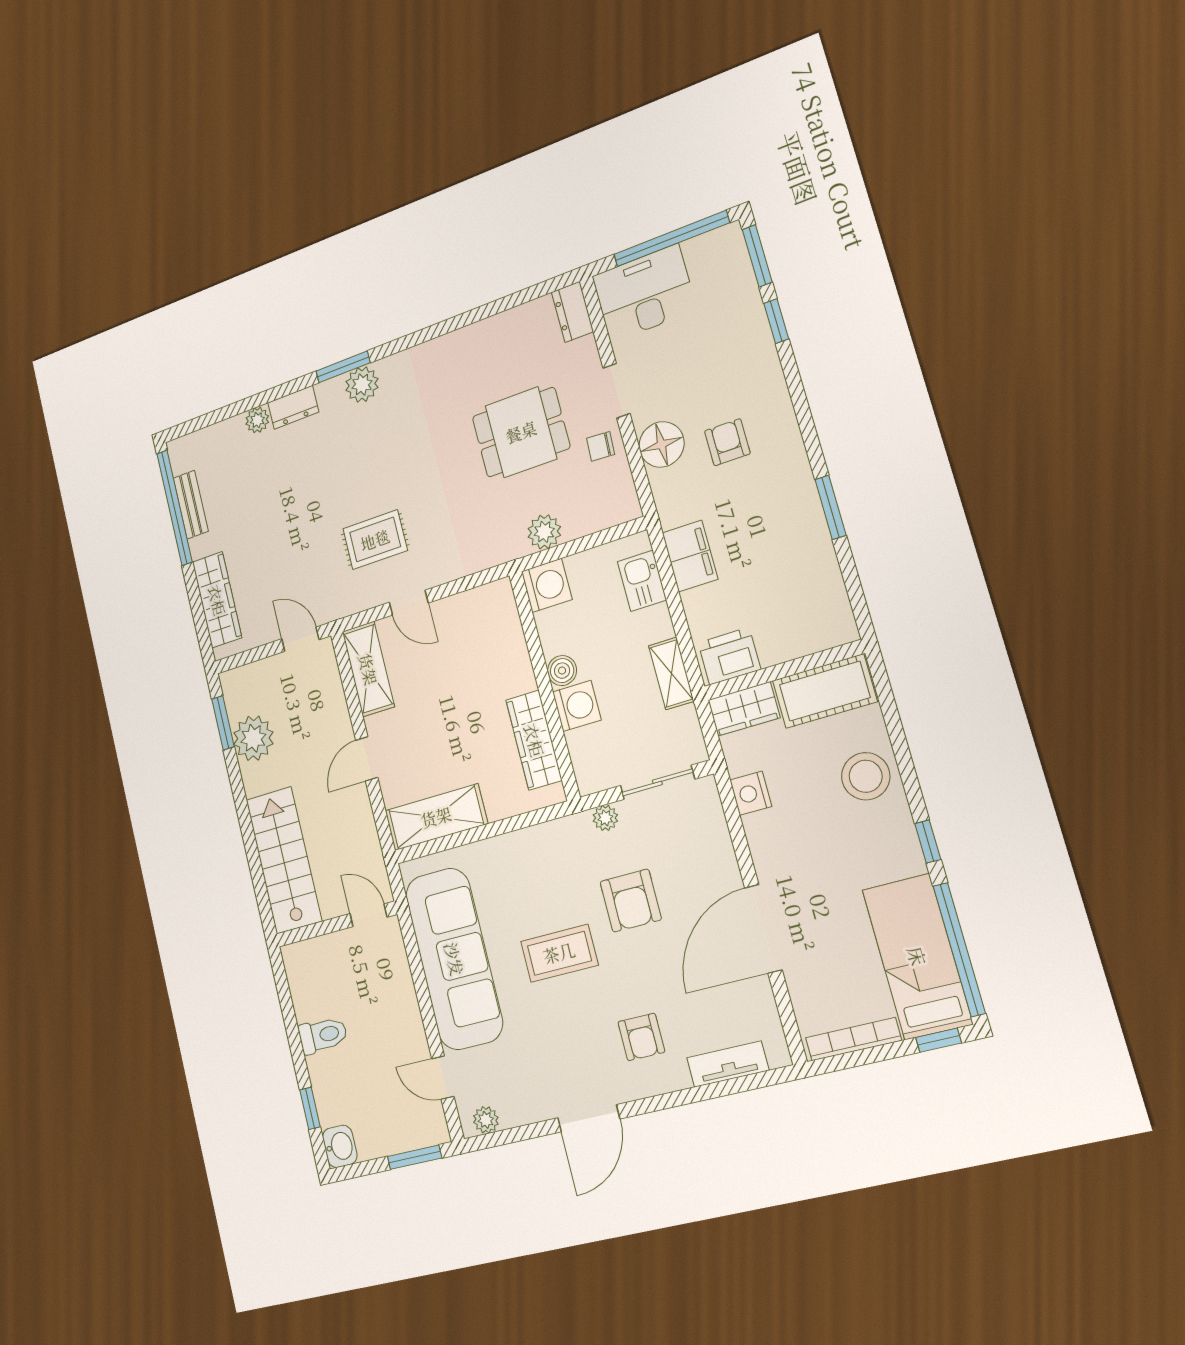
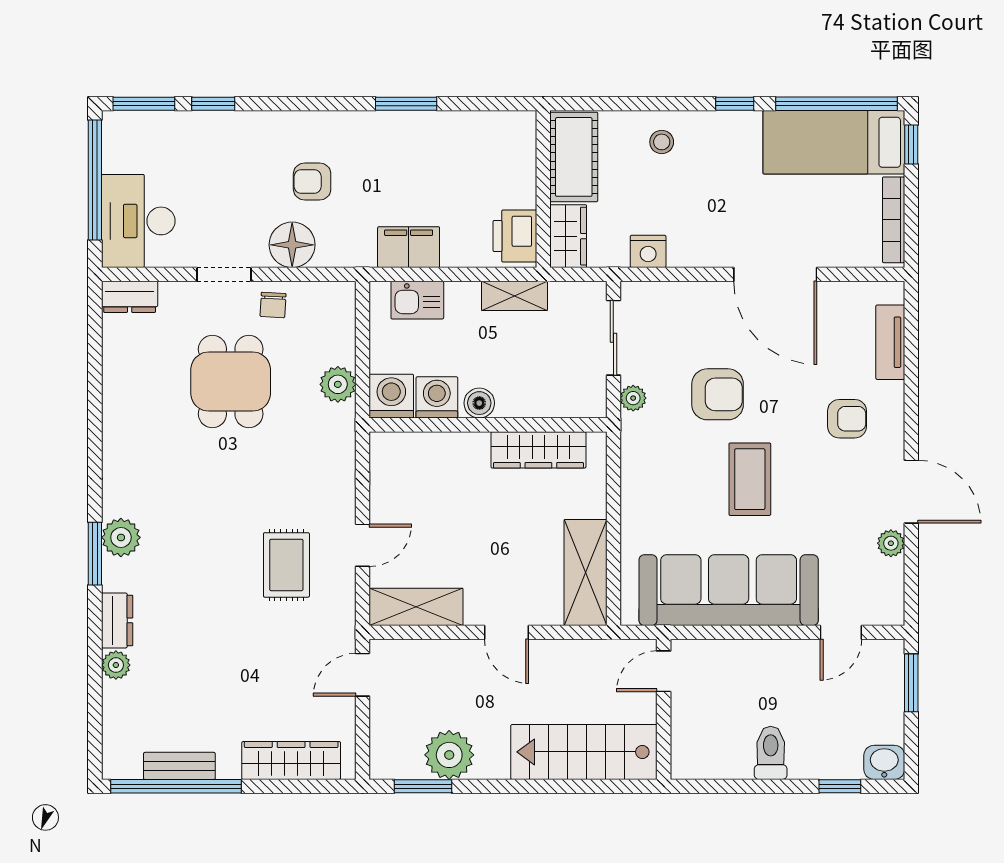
washing machine: (577, 706) -> (437, 397), moved
stool: (866, 776) -> (662, 142), width x0.53, depth x0.53
plant: (486, 1120) -> (891, 543), moved

